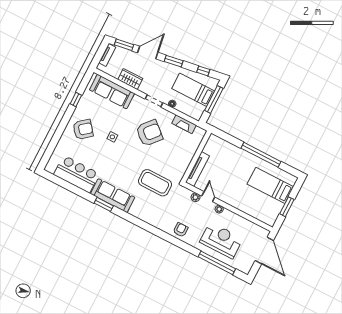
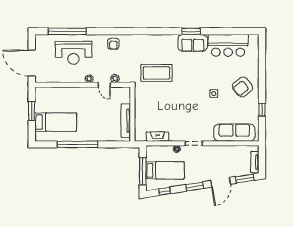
wardrobe: (130, 79) -> (224, 152), removed
armchair: (149, 133) -> (184, 113), removed
tv unit: (198, 169) -> (126, 121), moved
sofa: (113, 196) -> (193, 43), width x0.73

